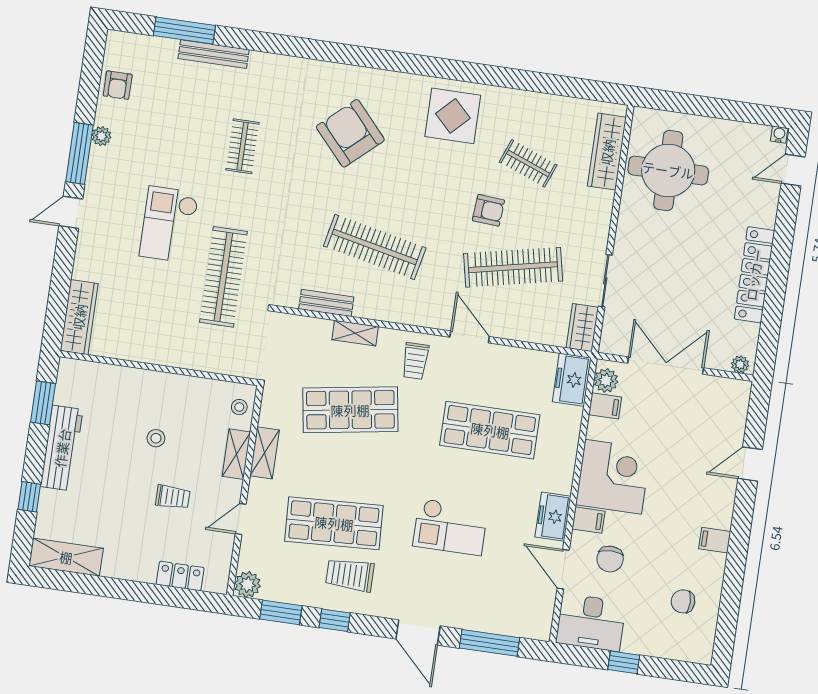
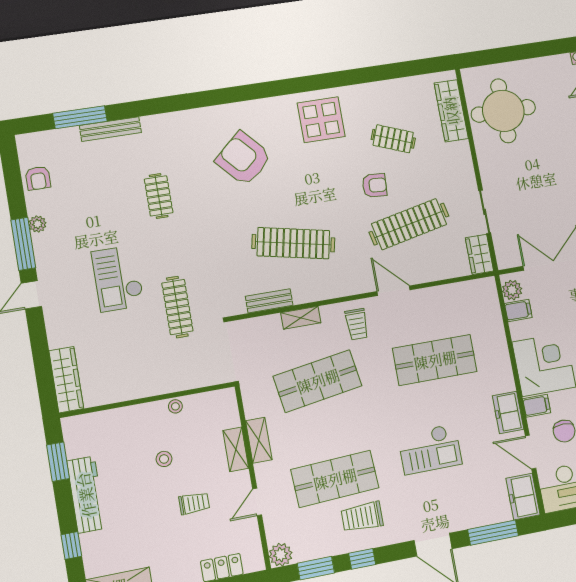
clothes rail: (223, 277) -> (177, 307), width x0.73, depth x0.76
freezer: (572, 380) -> (523, 497), moved
stool: (239, 407) -> (175, 406), moved

